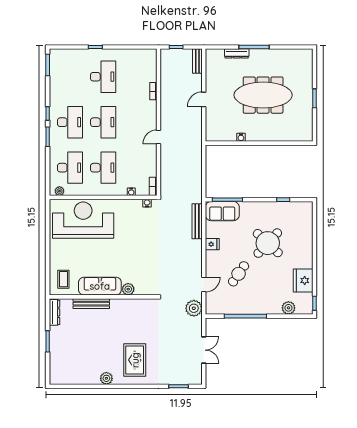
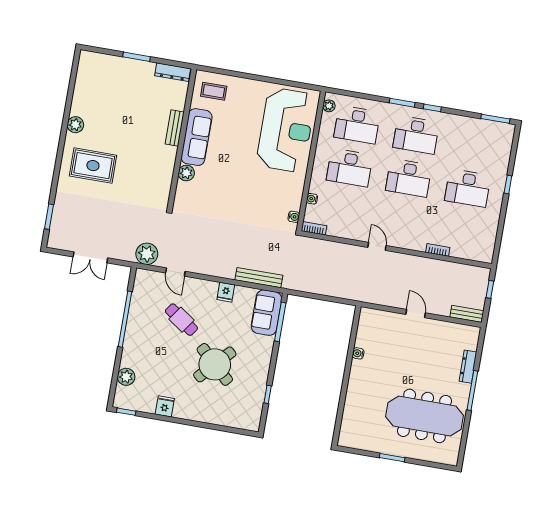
meeting table: (263, 95) -> (425, 416), moved, turned 90
fridge: (303, 280) -> (165, 406), width x0.53, depth x0.75
bench: (91, 304) -> (175, 128), width x0.73

